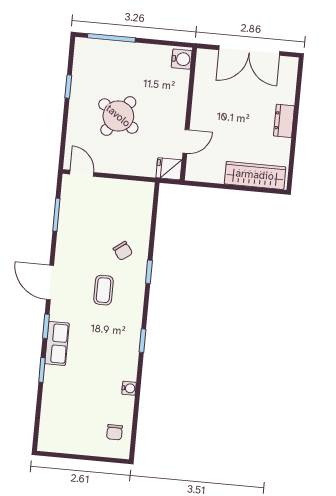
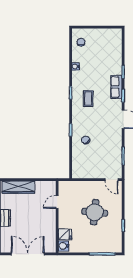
round table: (118, 116) -> (95, 212), turned -30
fridge: (169, 169) -> (65, 235), moved
coffee table: (104, 290) -> (88, 99), moved

